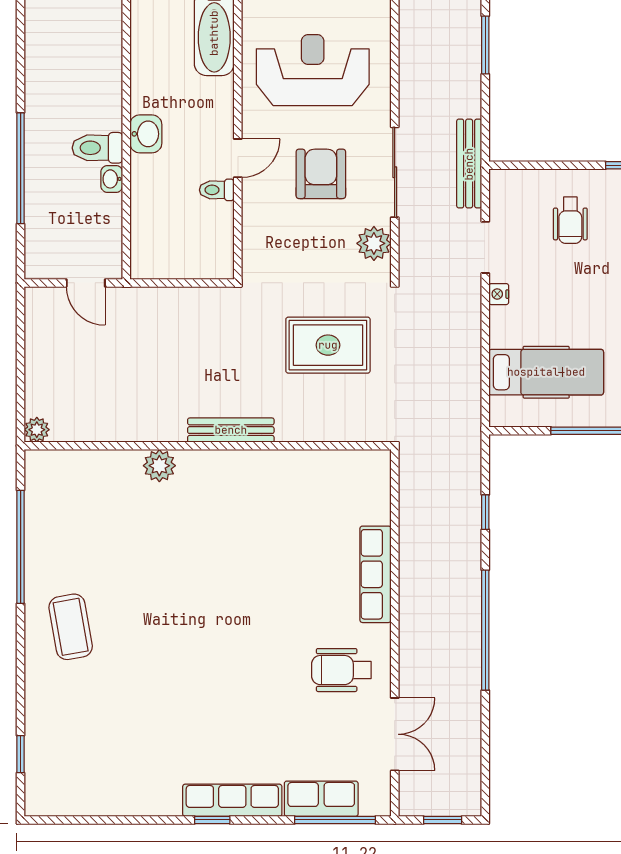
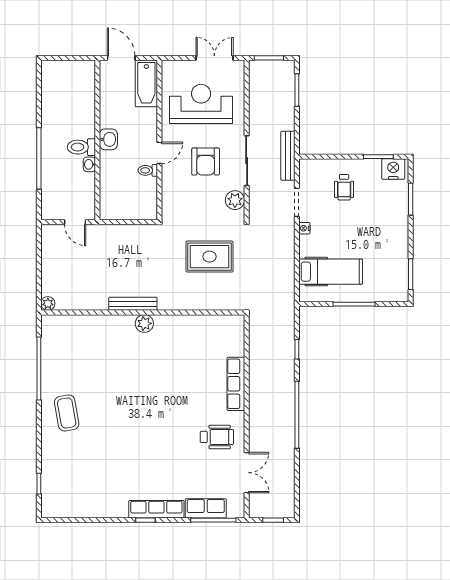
armchair: (321, 174) -> (206, 162), turned 180
bench: (231, 430) -> (133, 304), moved
plant: (159, 466) -> (144, 323), moved
wheelchair: (341, 670) -> (217, 437), turned 180

